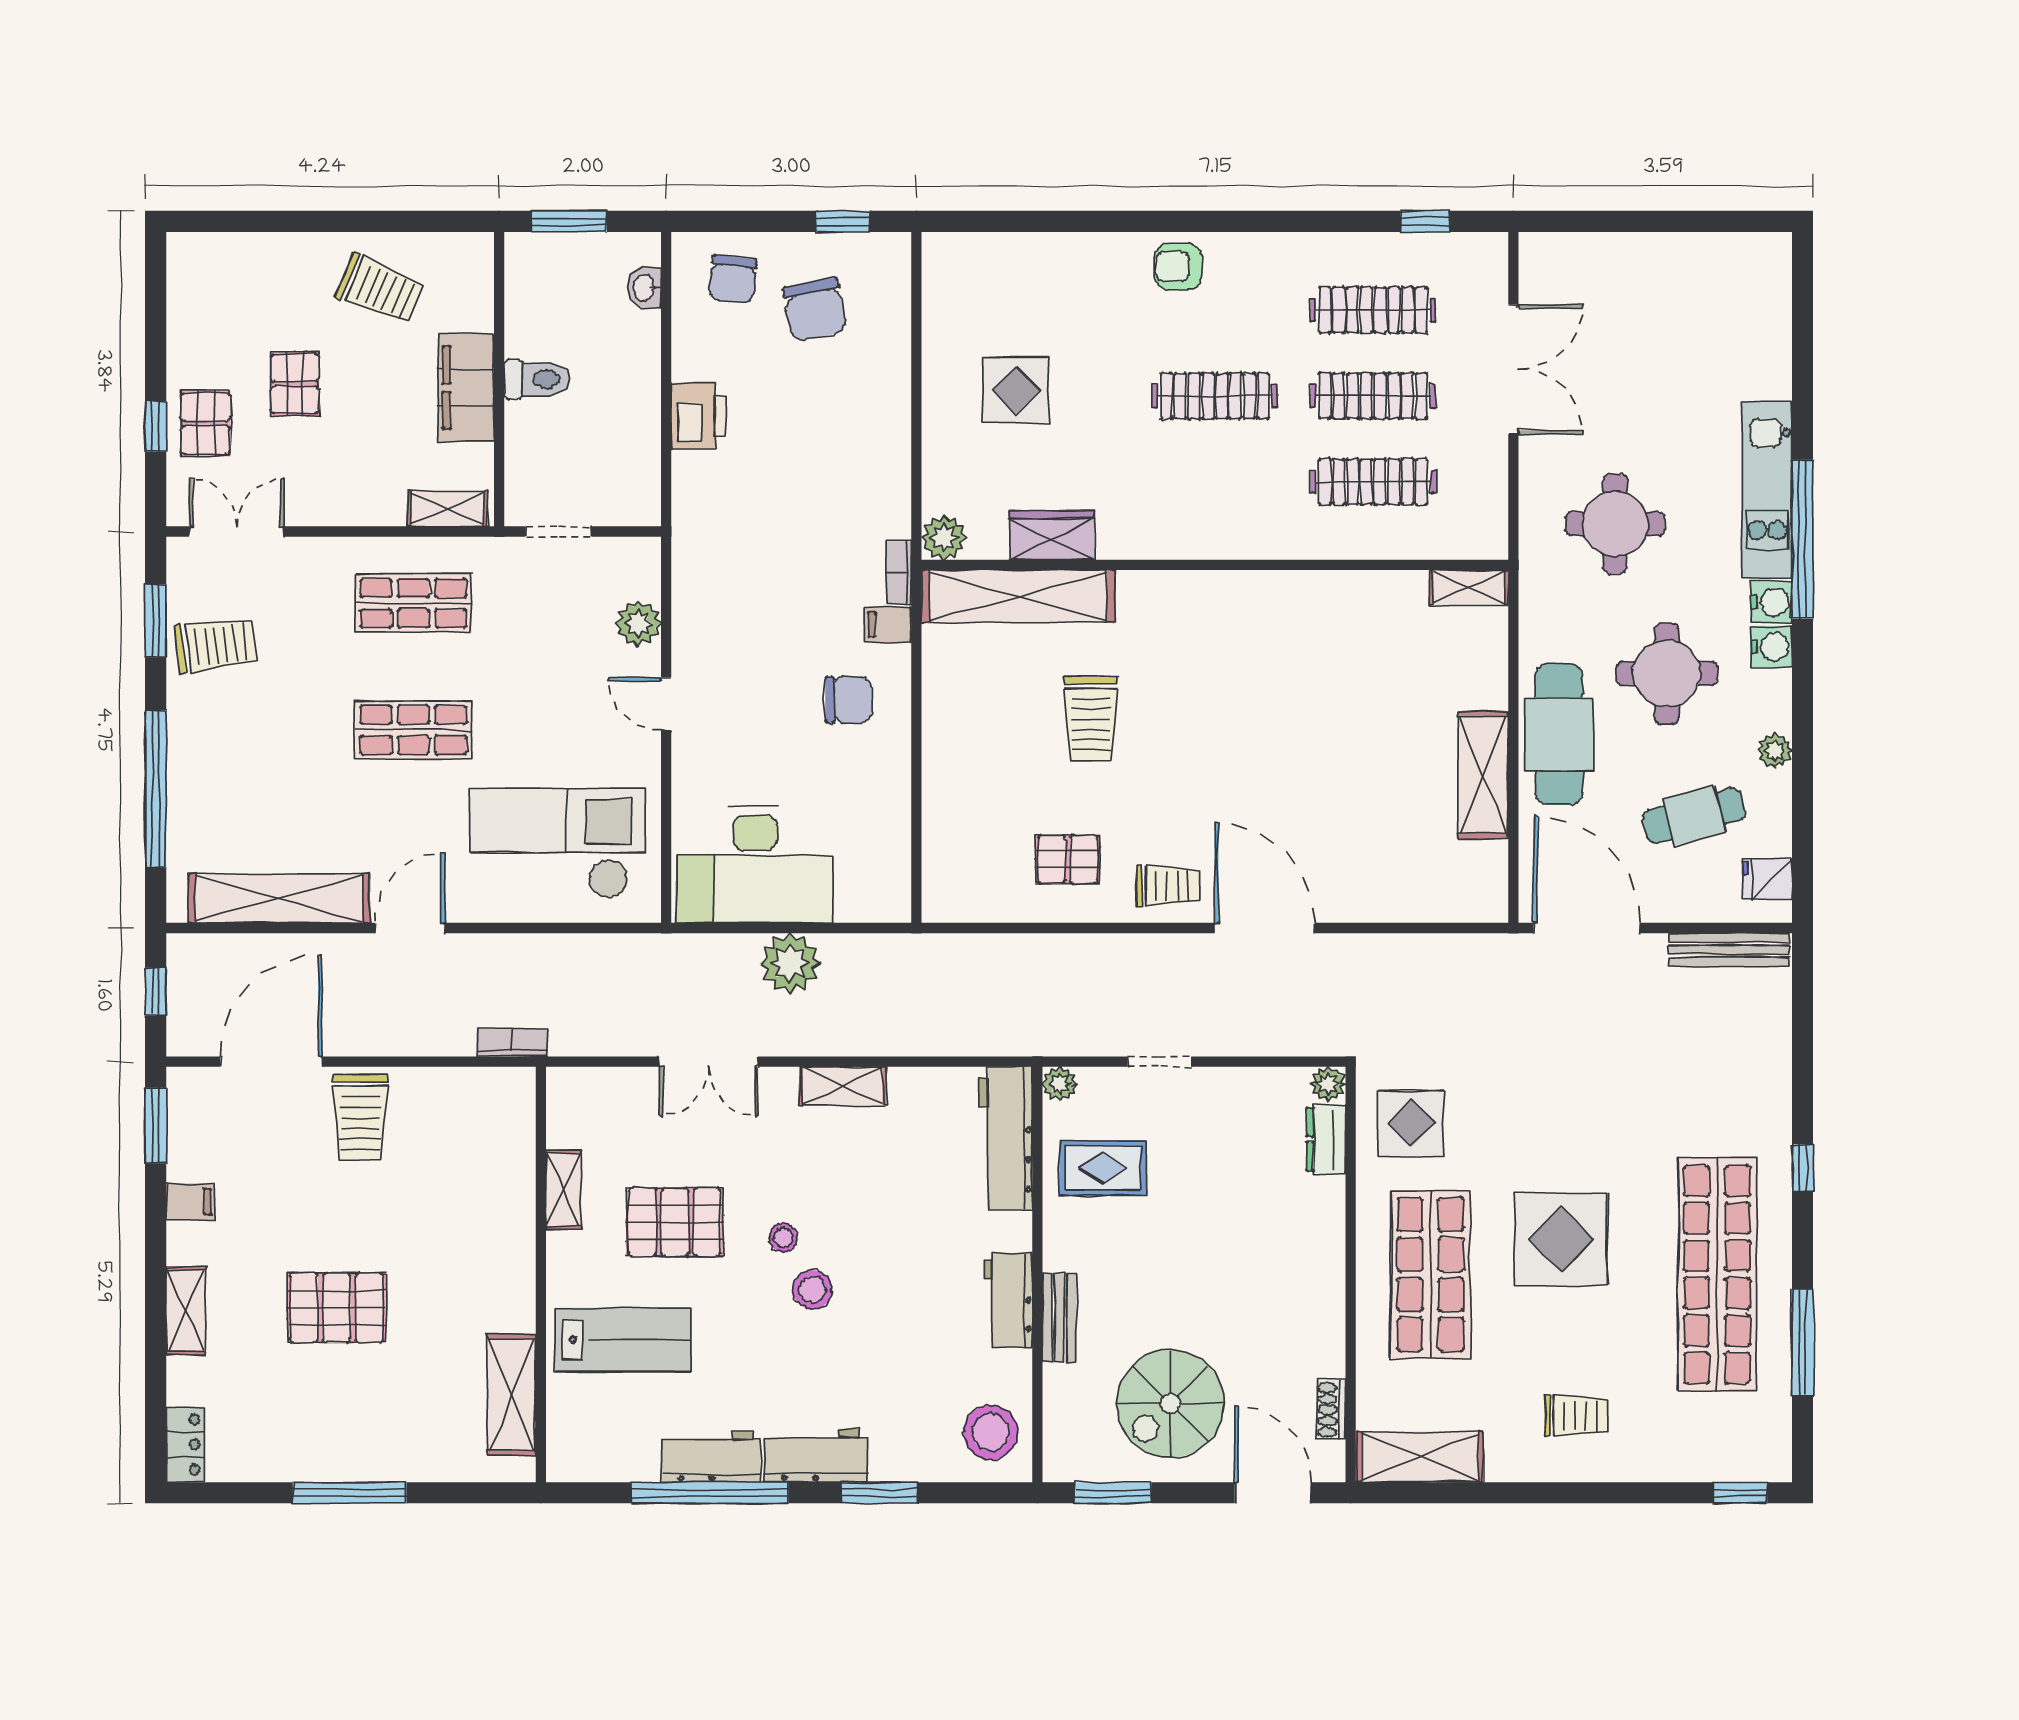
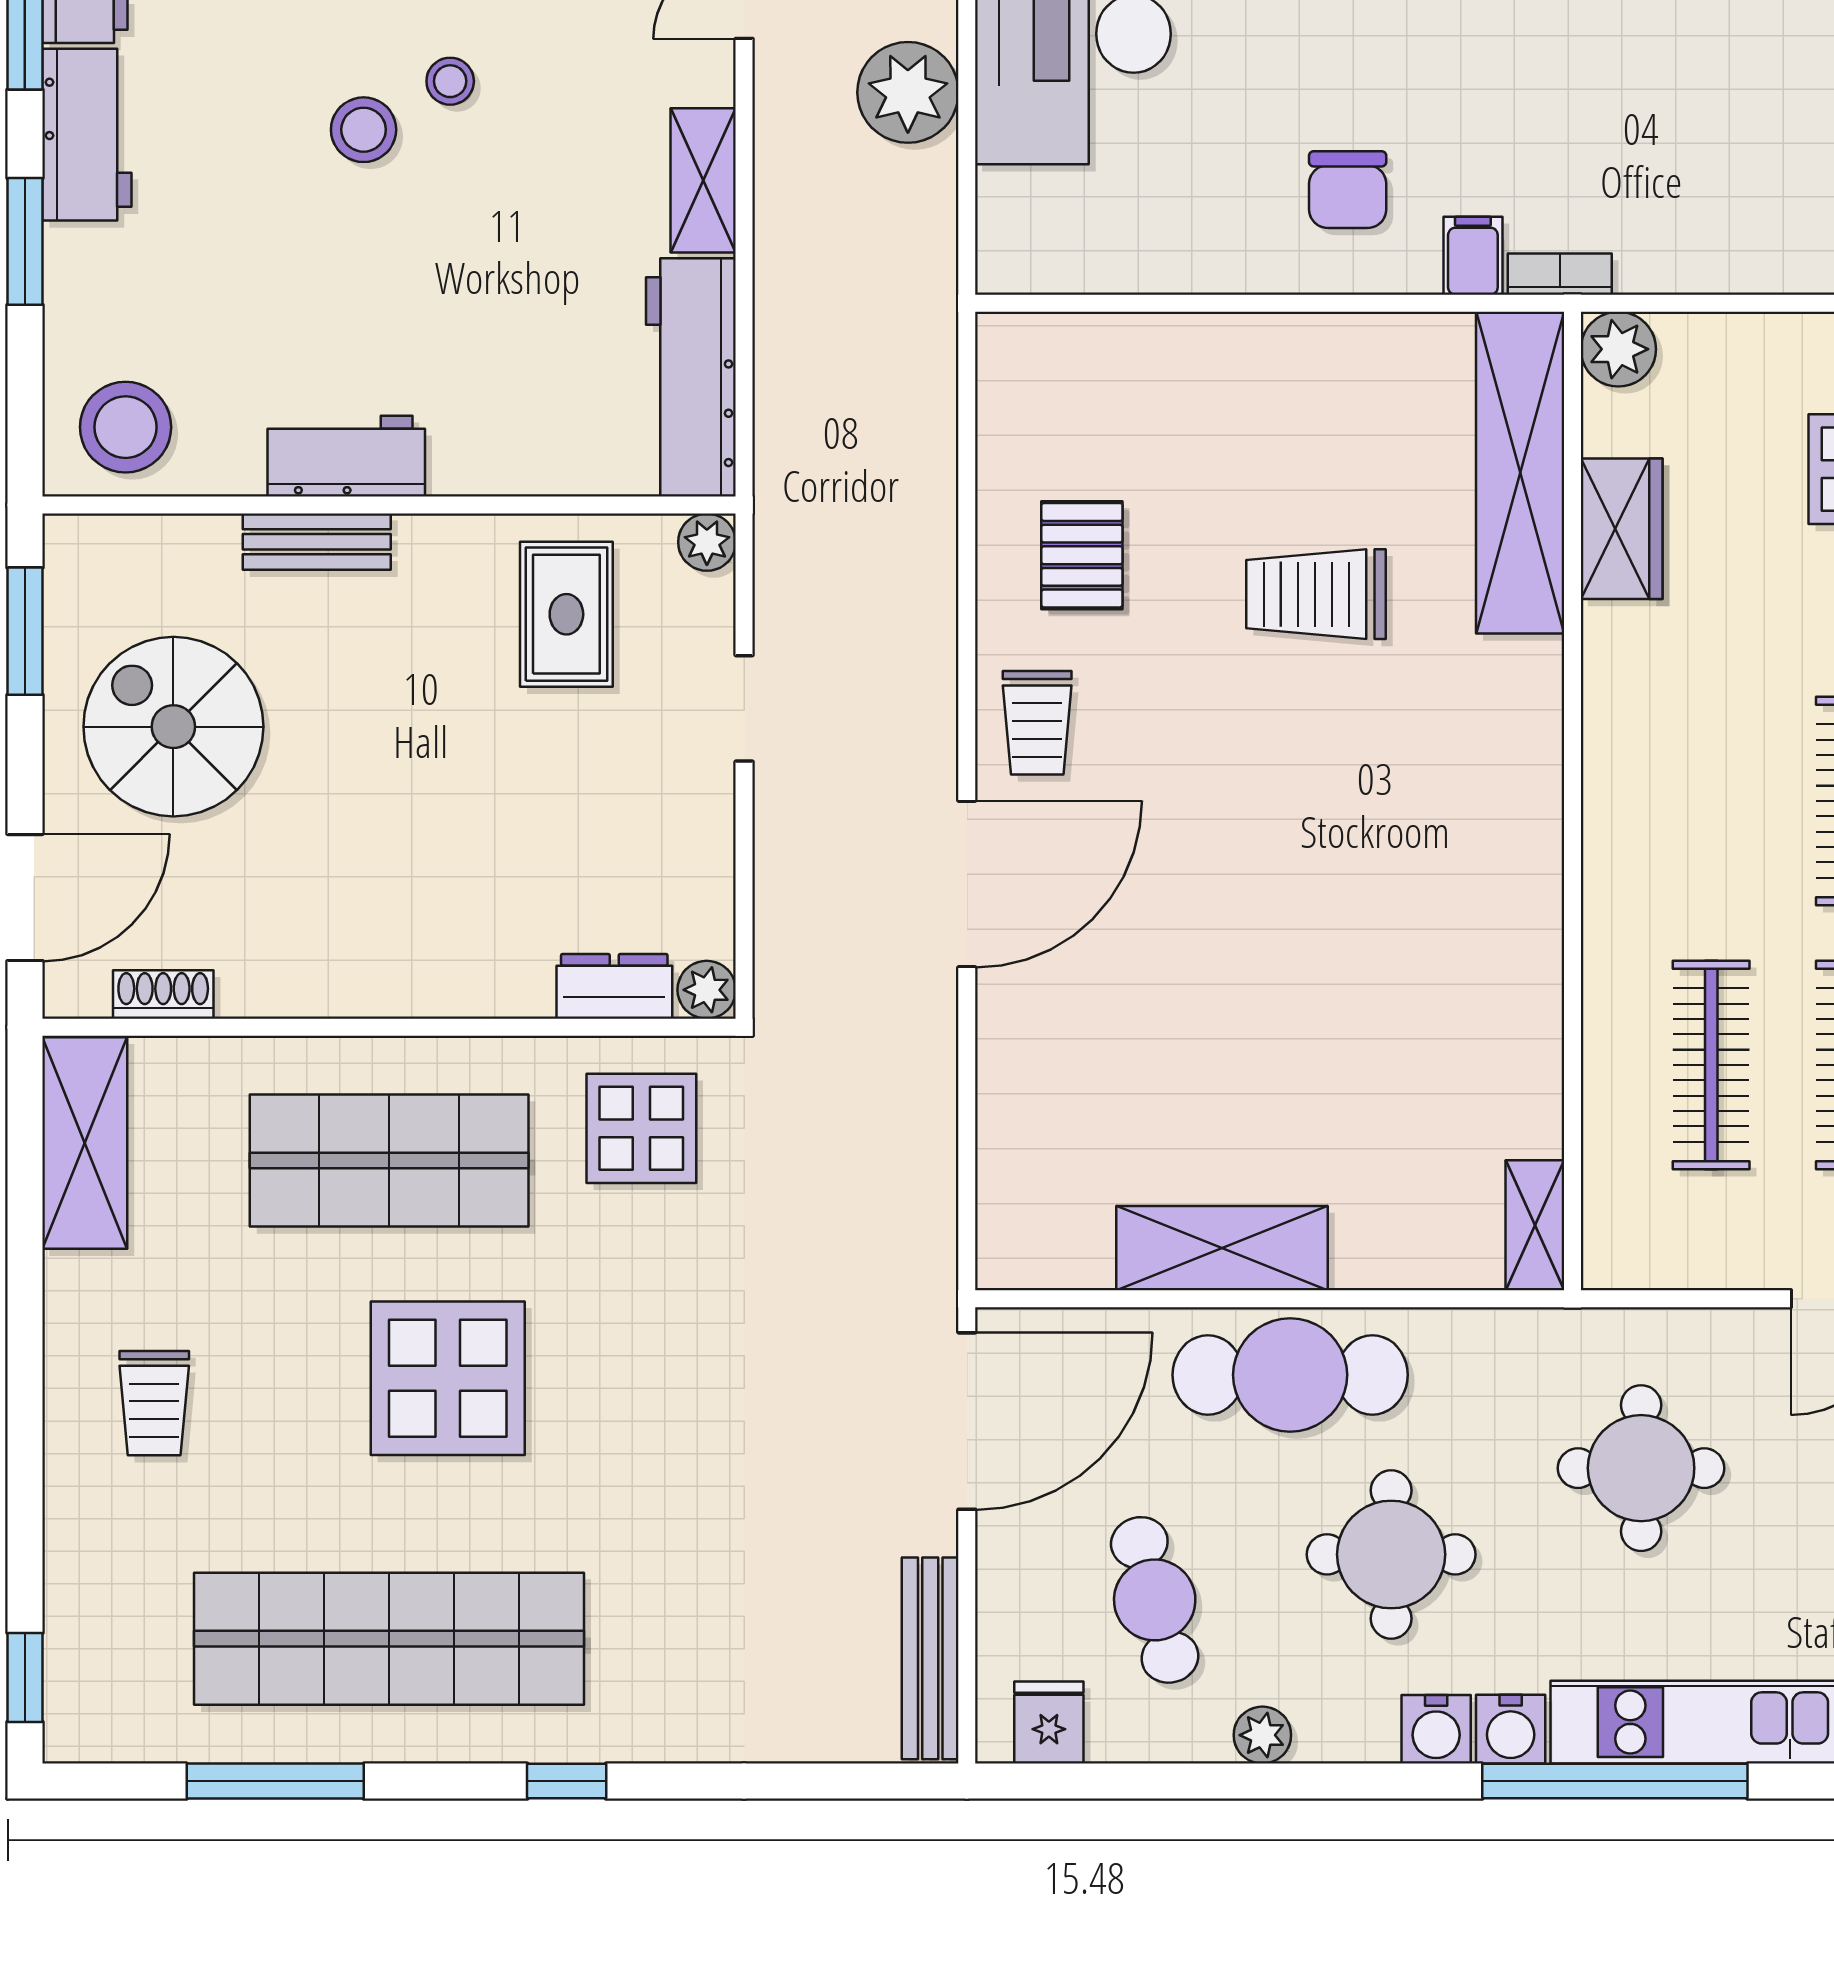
workbench: (1006, 1138) -> (691, 377), moved, turned -90

